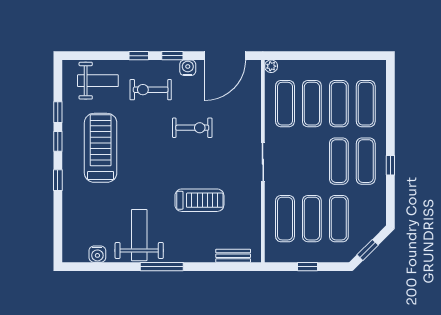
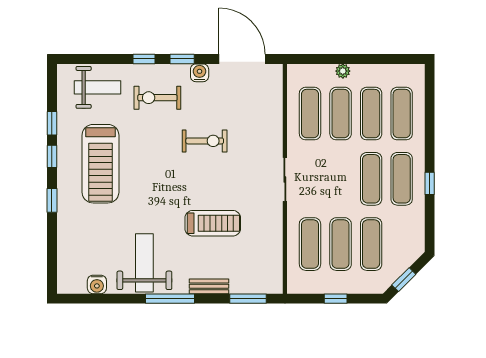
door: (225, 56) -> (242, 59), swing flipped
plant: (271, 66) -> (343, 71), moved
treadmill: (101, 148) -> (100, 164), turned 180
bench: (233, 256) -> (209, 286), moved
window: (230, 267) -> (248, 299), added

